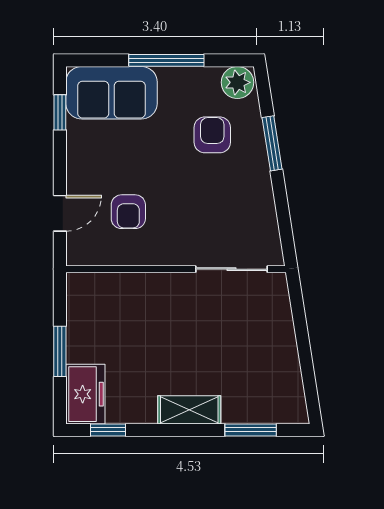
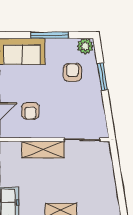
shelving: (153, 289) -> (43, 150), added

